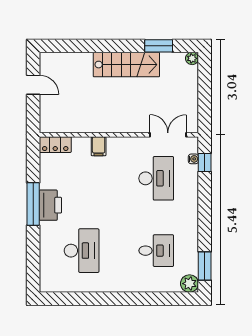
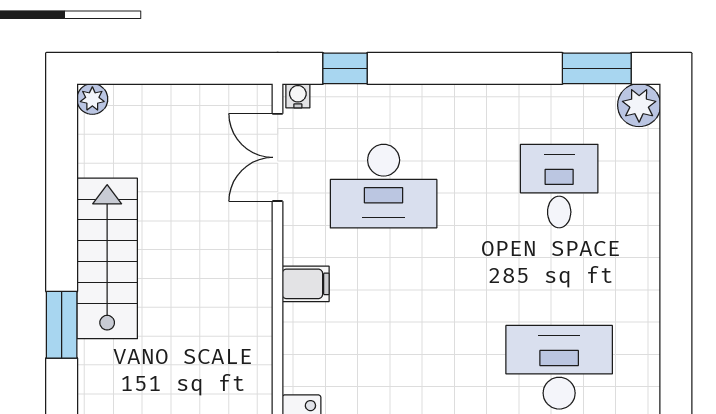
window: (159, 46) -> (62, 325), moved
filing cabinet: (99, 146) -> (306, 284), moved
water cooler: (193, 159) -> (298, 96), moved
desk: (156, 178) -> (384, 186), turned 180

